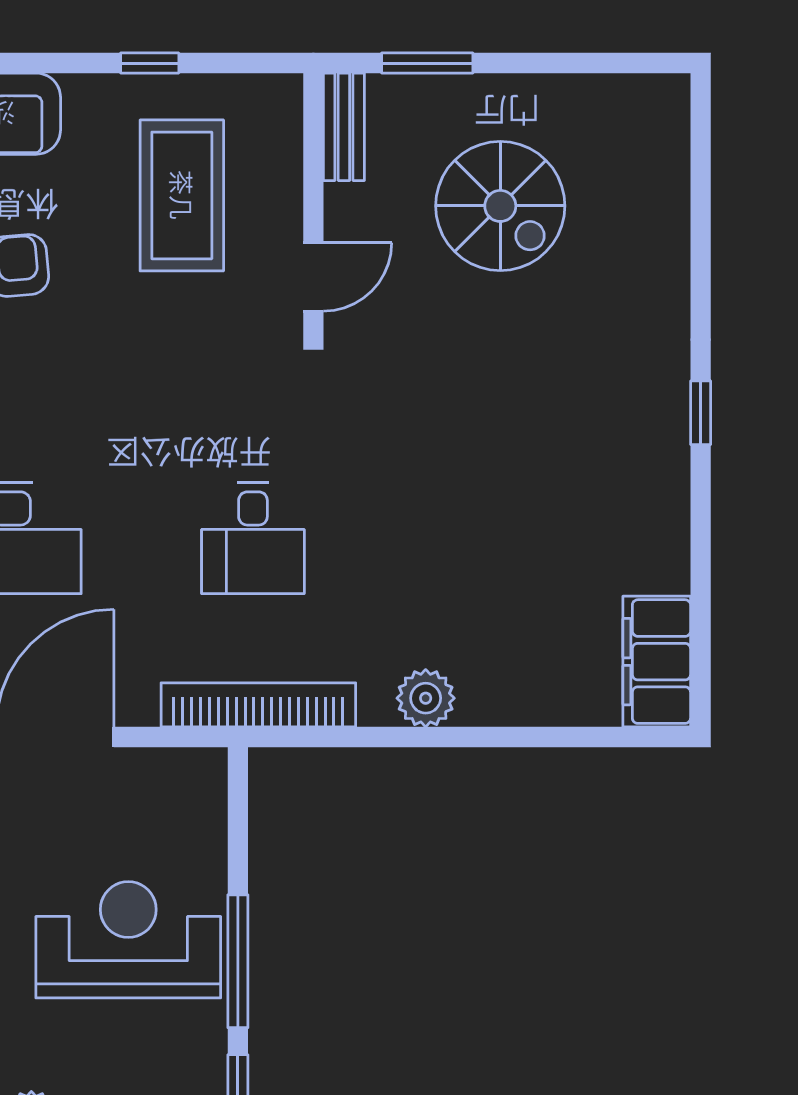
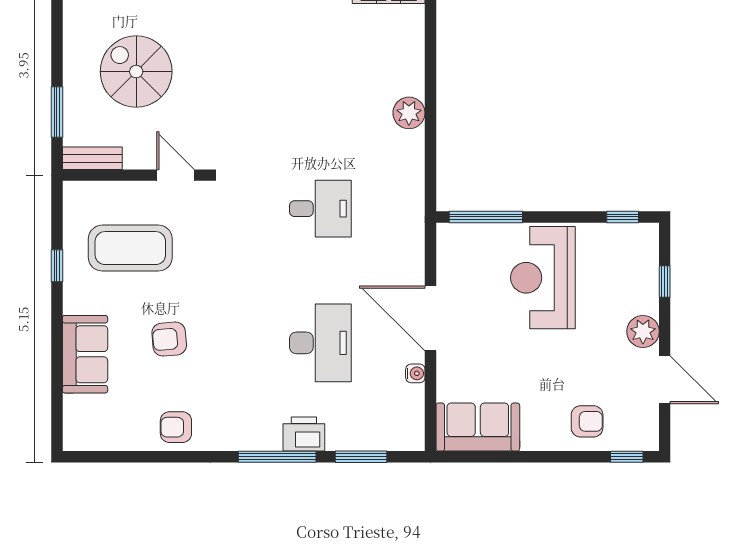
spiral stairs: (500, 206) -> (136, 72), turned -90
bookcase: (258, 705) -> (413, 206), removed
window: (238, 961) -> (486, 217), moved

